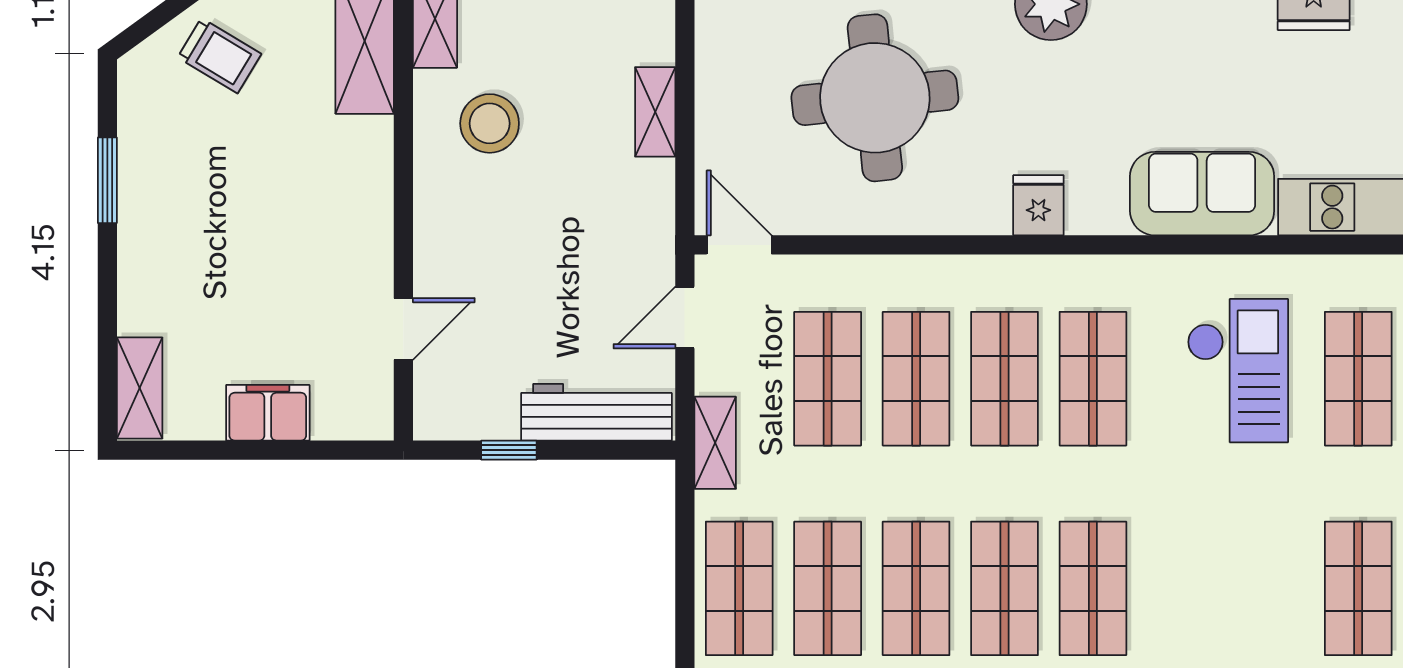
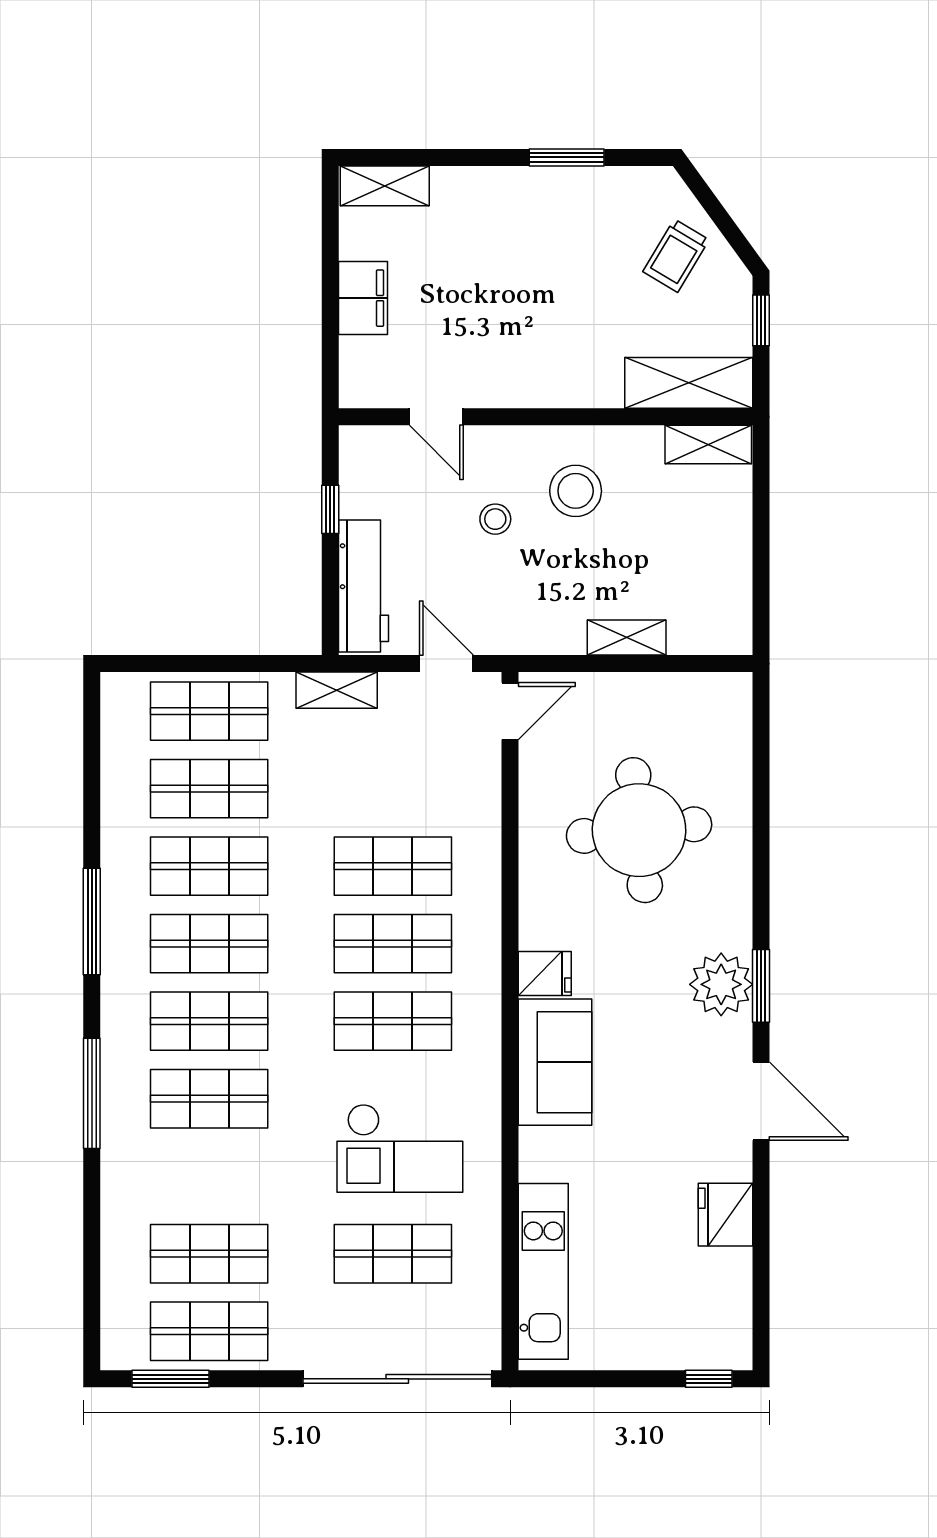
stool: (490, 123) -> (576, 491), moved
sofa: (1202, 194) -> (555, 1062), moved
stool: (520, 262) -> (495, 519), added
shop shelf: (828, 379) -> (209, 1099), moved

